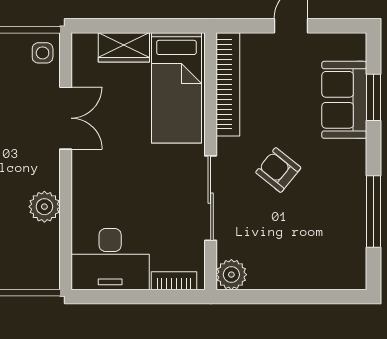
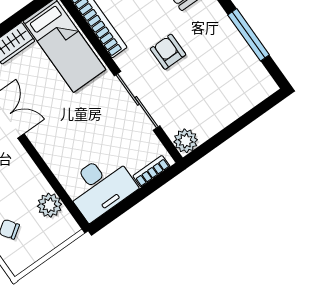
armchair: (278, 170) -> (168, 52), turned 51
plant: (44, 207) -> (50, 205), moved

